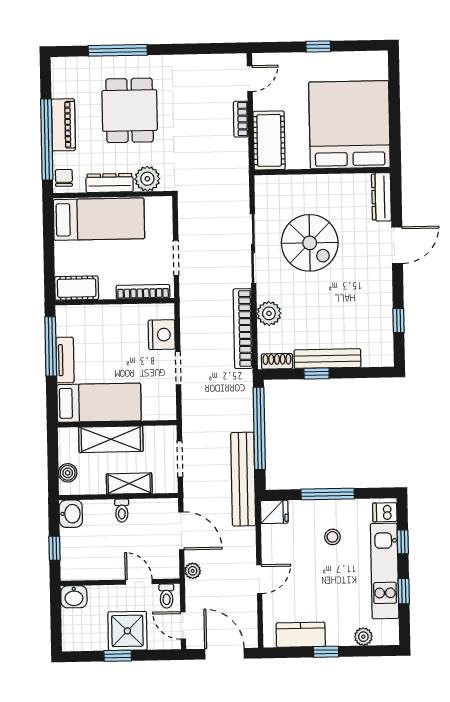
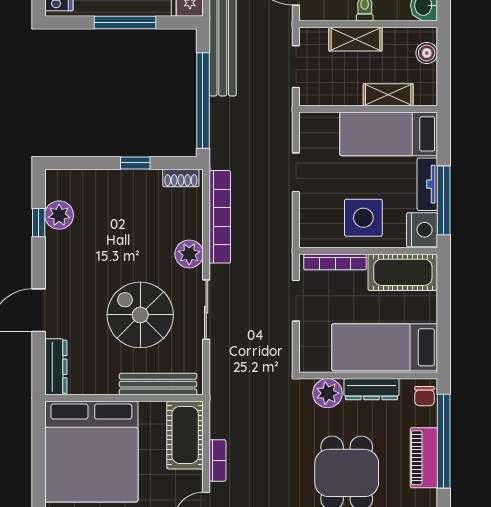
sliding door: (253, 249) -> (206, 310), width x0.73
cot: (77, 288) -> (403, 272), width x1.37, depth x1.34
plant: (269, 313) -> (189, 254), moved
plant: (381, 327) -> (59, 215), added
side table: (119, 330) -> (363, 218), added
nightstand: (162, 335) -> (422, 230), moved, turned 180
bench: (327, 359) -> (158, 384), moved
shelving: (111, 439) -> (388, 95), width x0.67, depth x0.75

